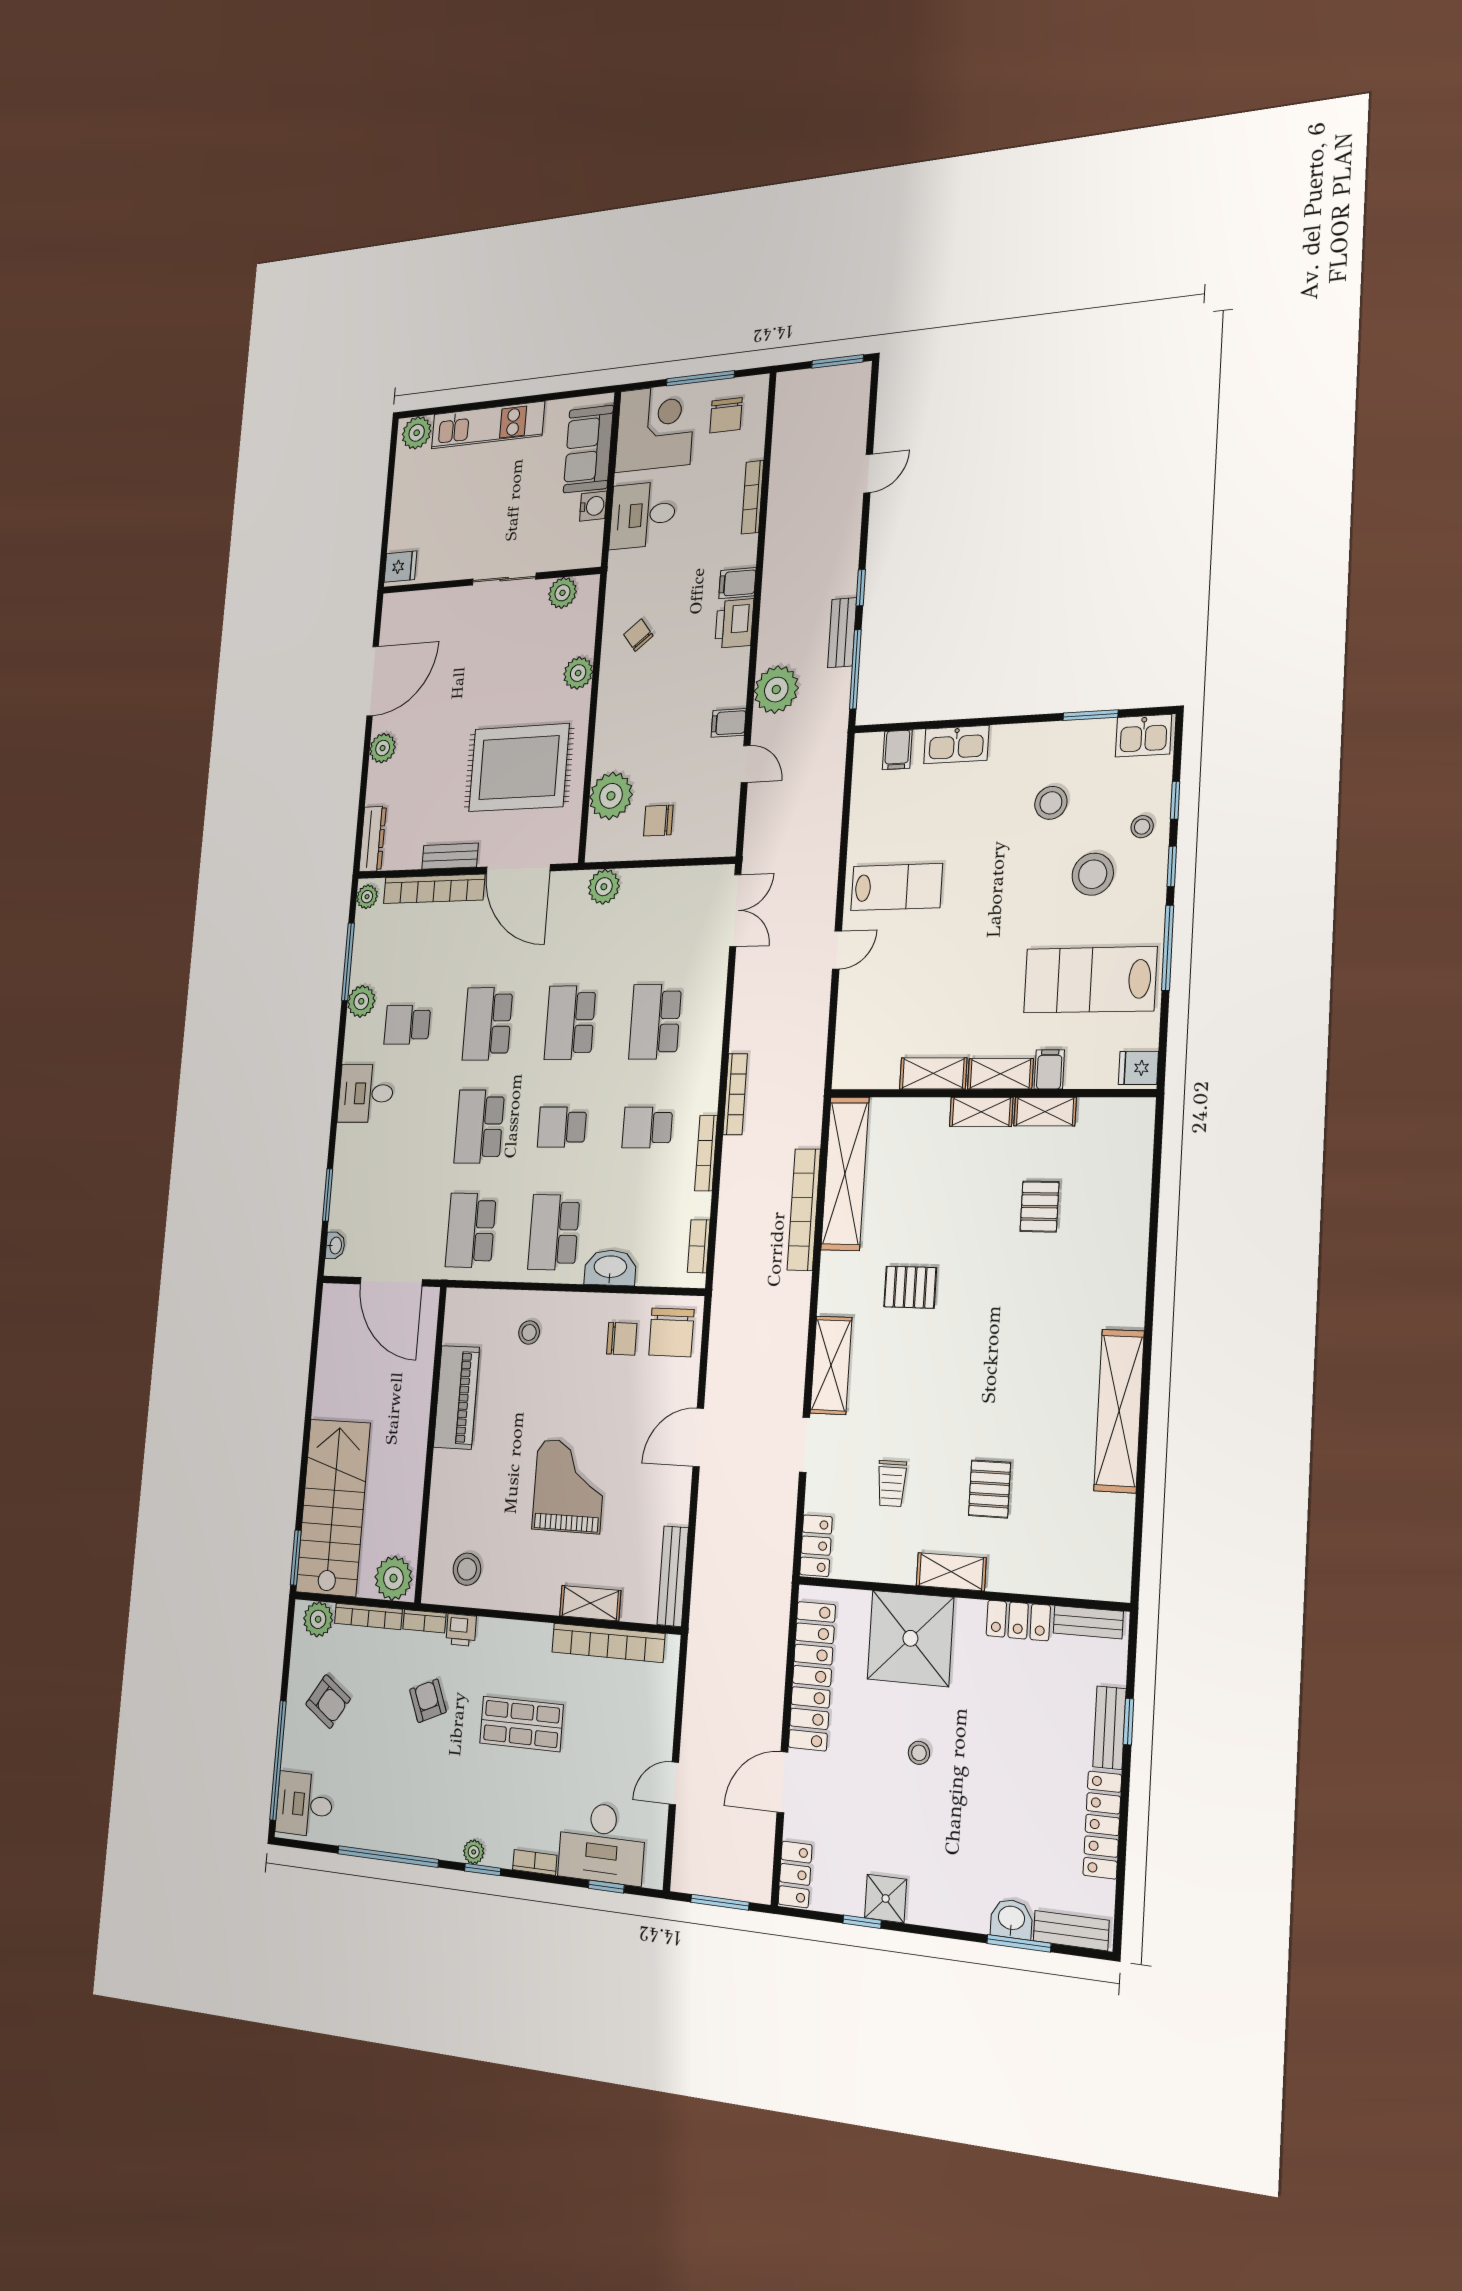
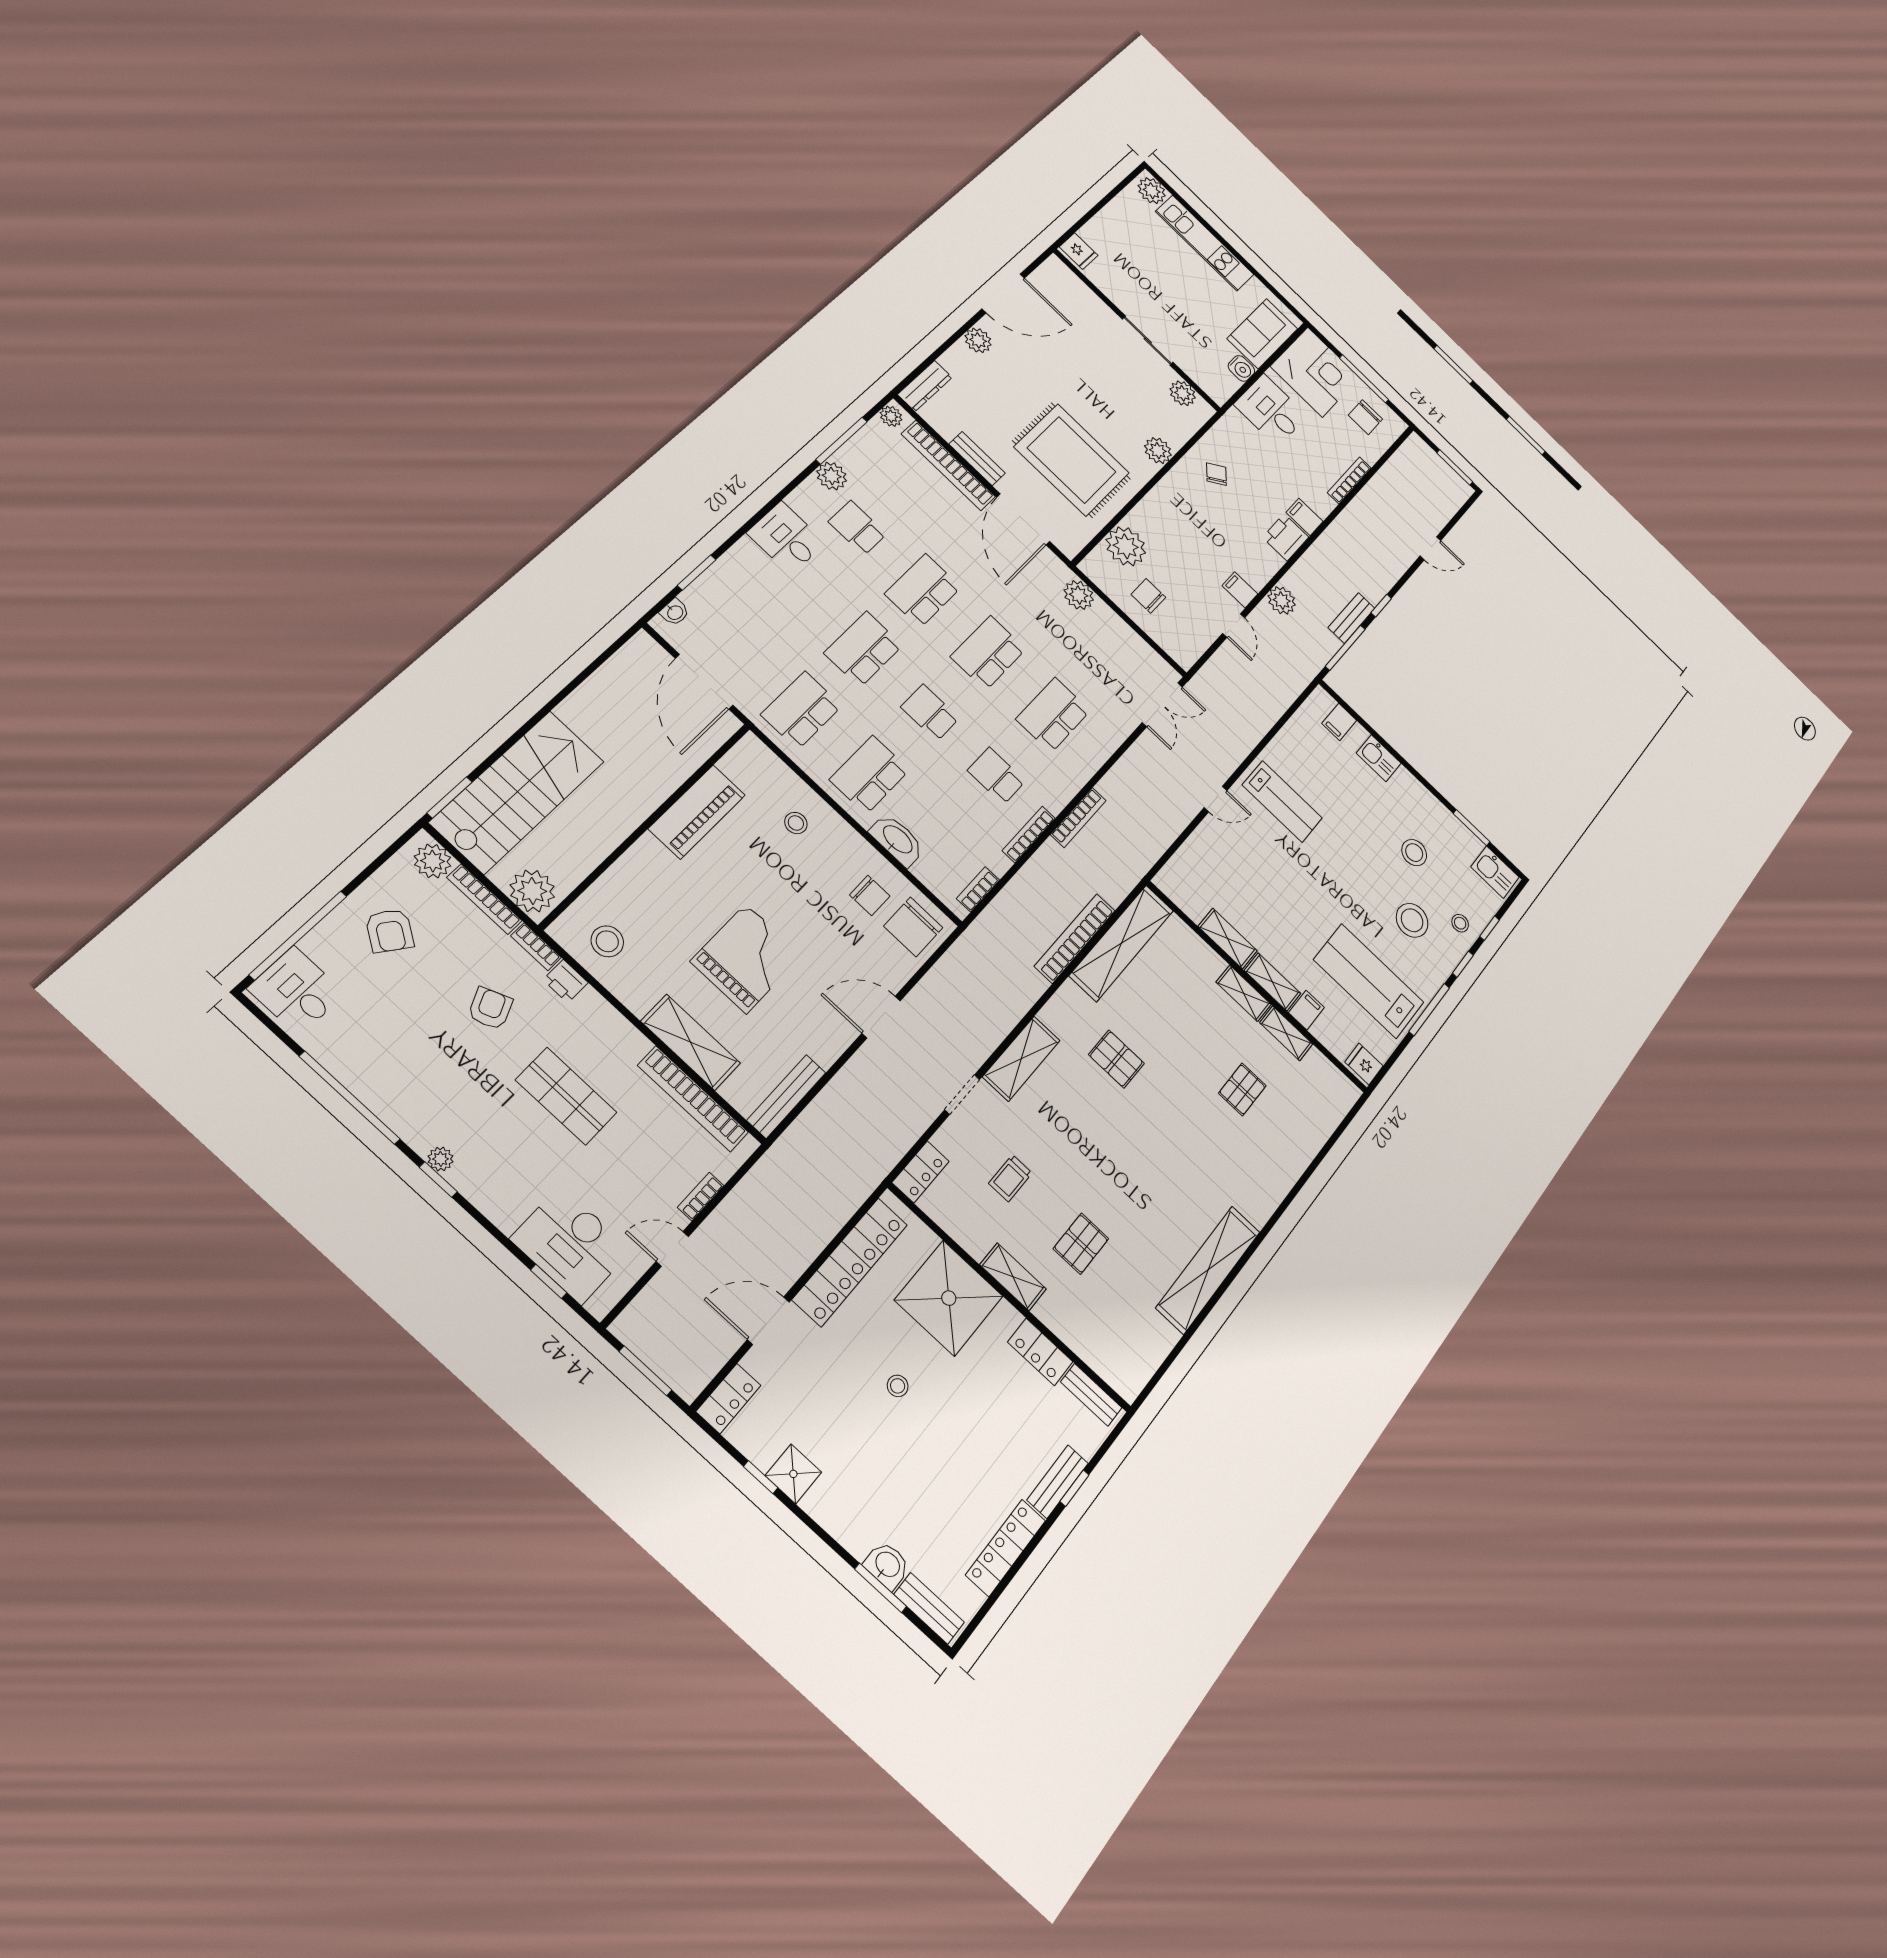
plant: (776, 690) -> (1282, 600), width x0.73, depth x0.73
kitchen sink: (956, 745) -> (1379, 758), width x0.73
shelving: (590, 1603) -> (691, 1042), width x1.50, depth x1.33
bookcase: (535, 1862) -> (701, 1197), moved, turned -90

